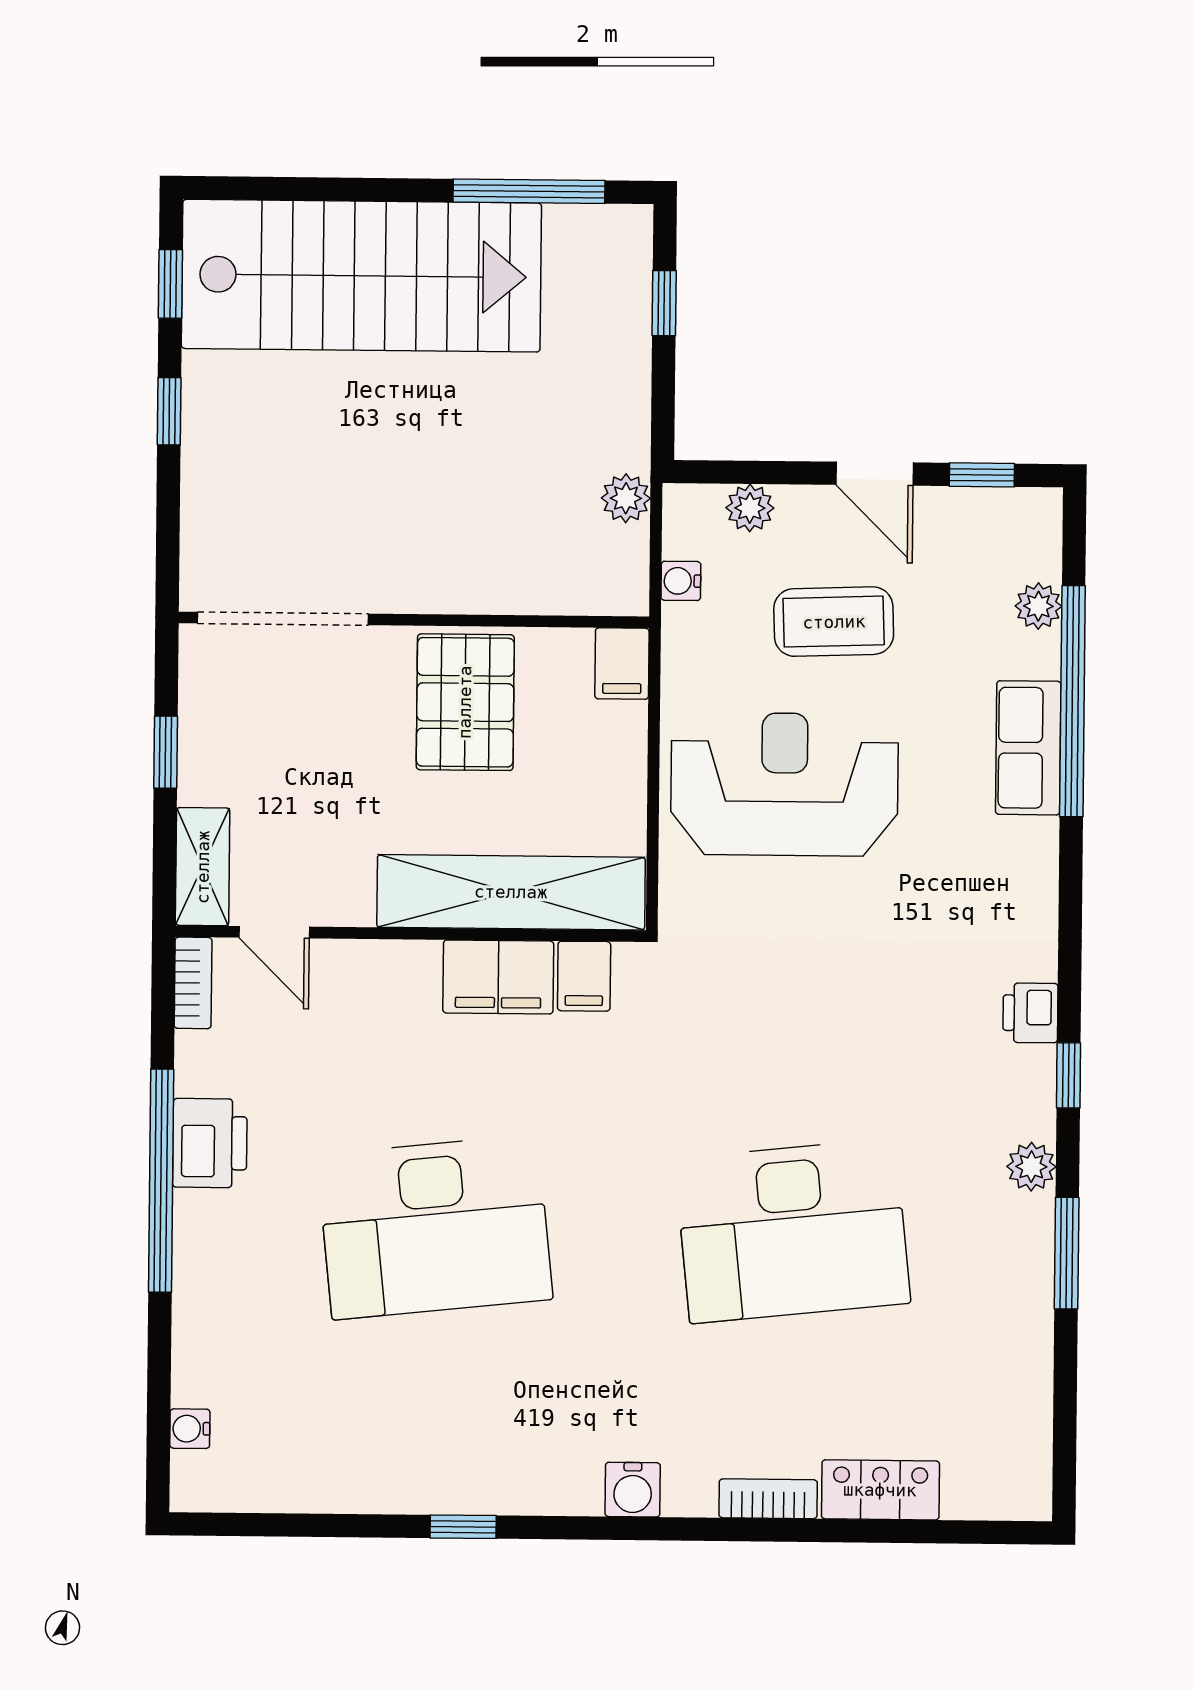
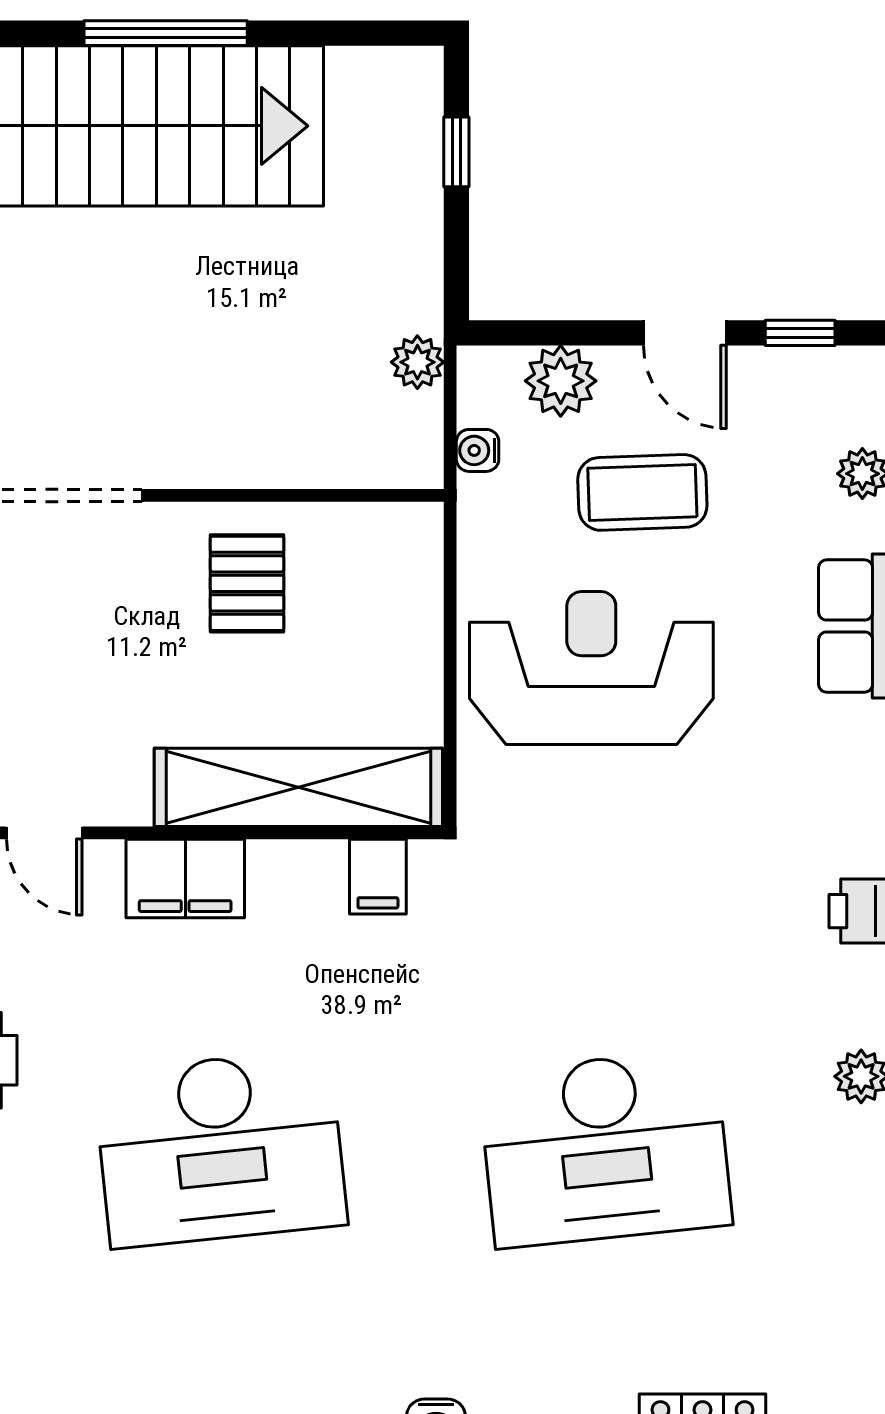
window: (529, 191) -> (166, 33), moved
plant: (750, 508) -> (561, 381), width x1.38, depth x1.38
filing cabinet: (622, 664) -> (415, 540), removed
pallet: (465, 702) -> (247, 583), width x0.67, depth x0.71
filing cabinet: (498, 977) -> (185, 878), moved

